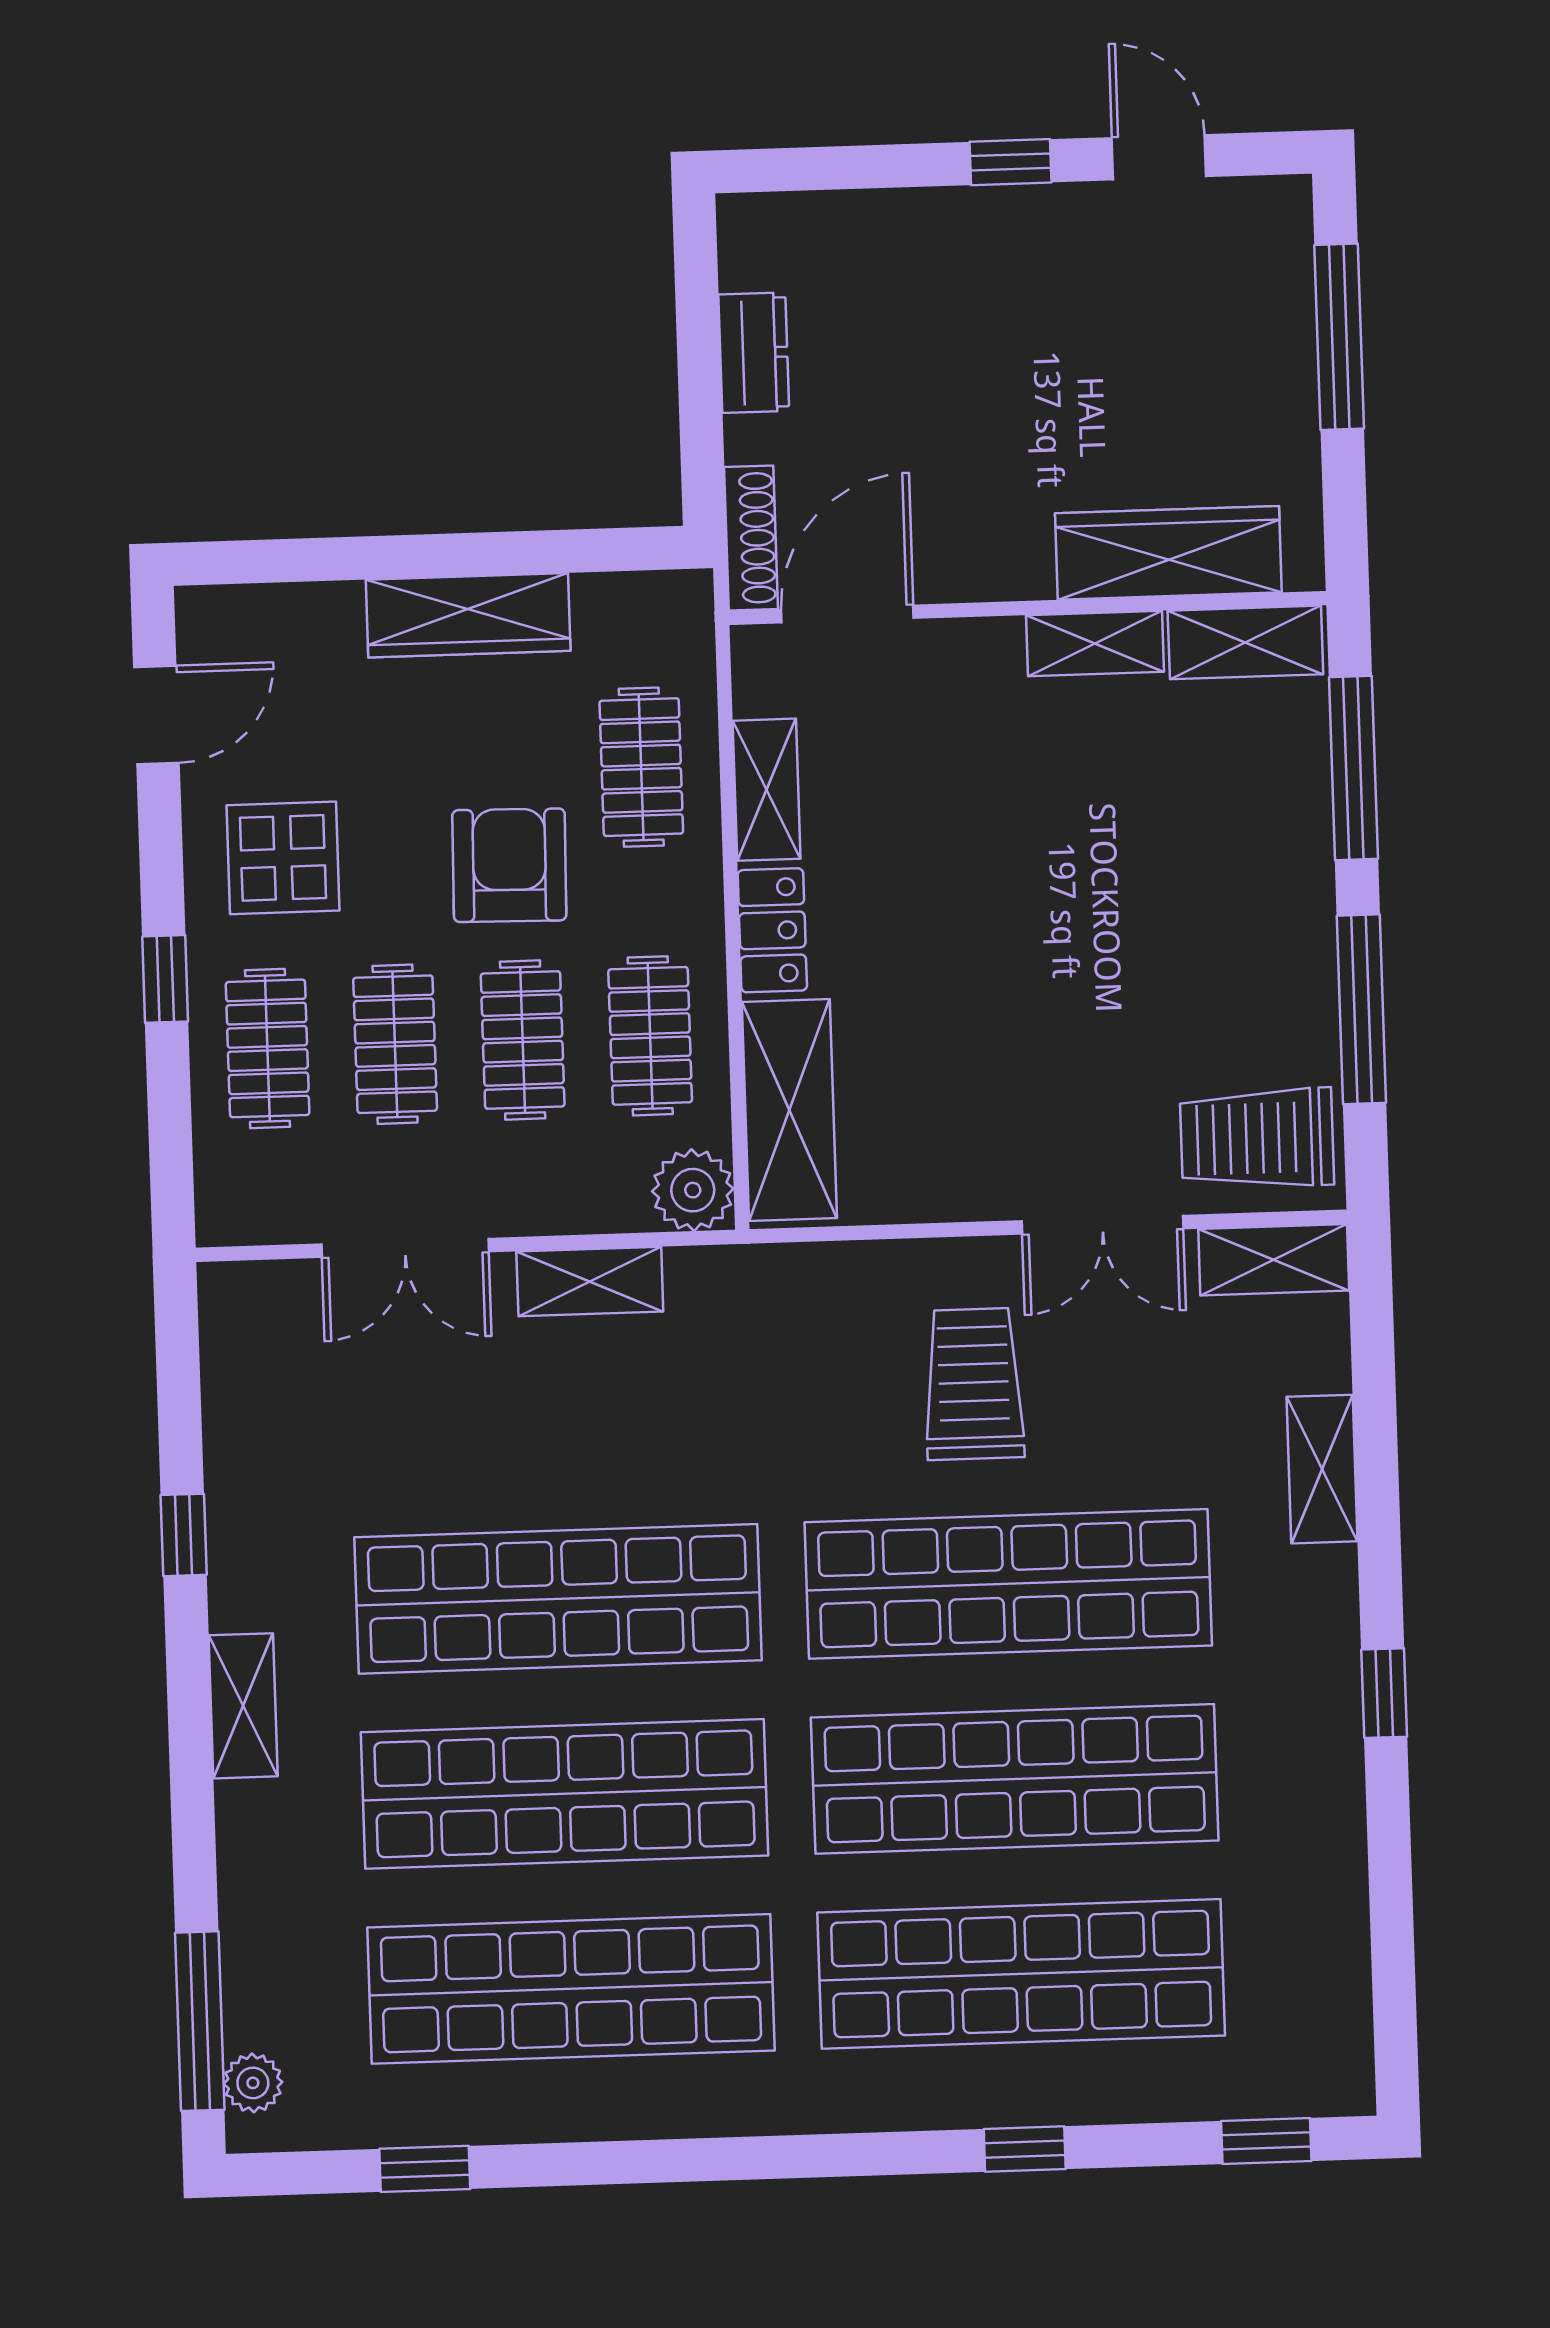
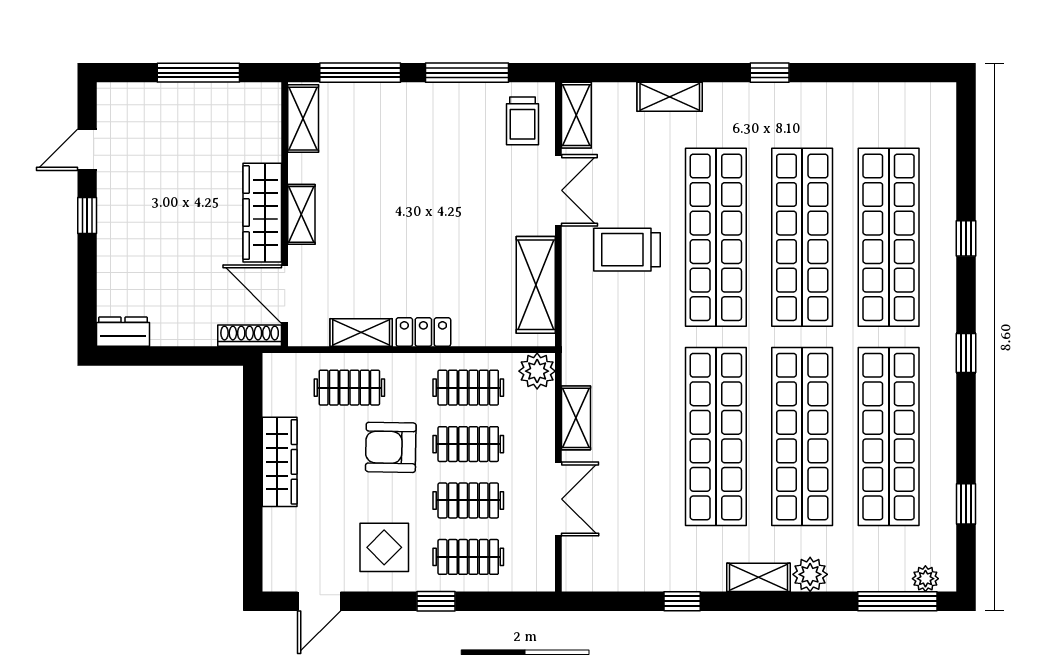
window: (1339, 337) -> (198, 73), moved
dresser: (754, 353) -> (123, 332), moved
wardrobe: (1168, 553) -> (262, 213), moved
shelving: (1095, 644) -> (301, 214), moved
door: (156, 715) -> (319, 601), swing flipped
shelving: (789, 1110) -> (536, 285), moved, turned 90
trolley: (1257, 1138) -> (522, 121), width x0.73, depth x0.72
plant: (254, 1822) -> (810, 574), added
window: (1266, 2141) -> (966, 353), moved

